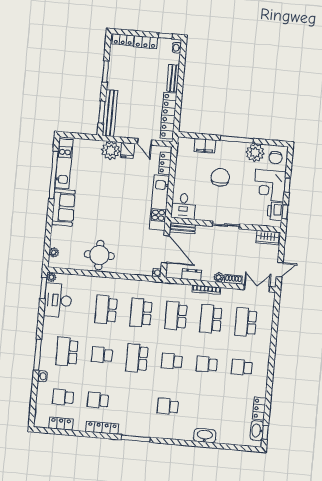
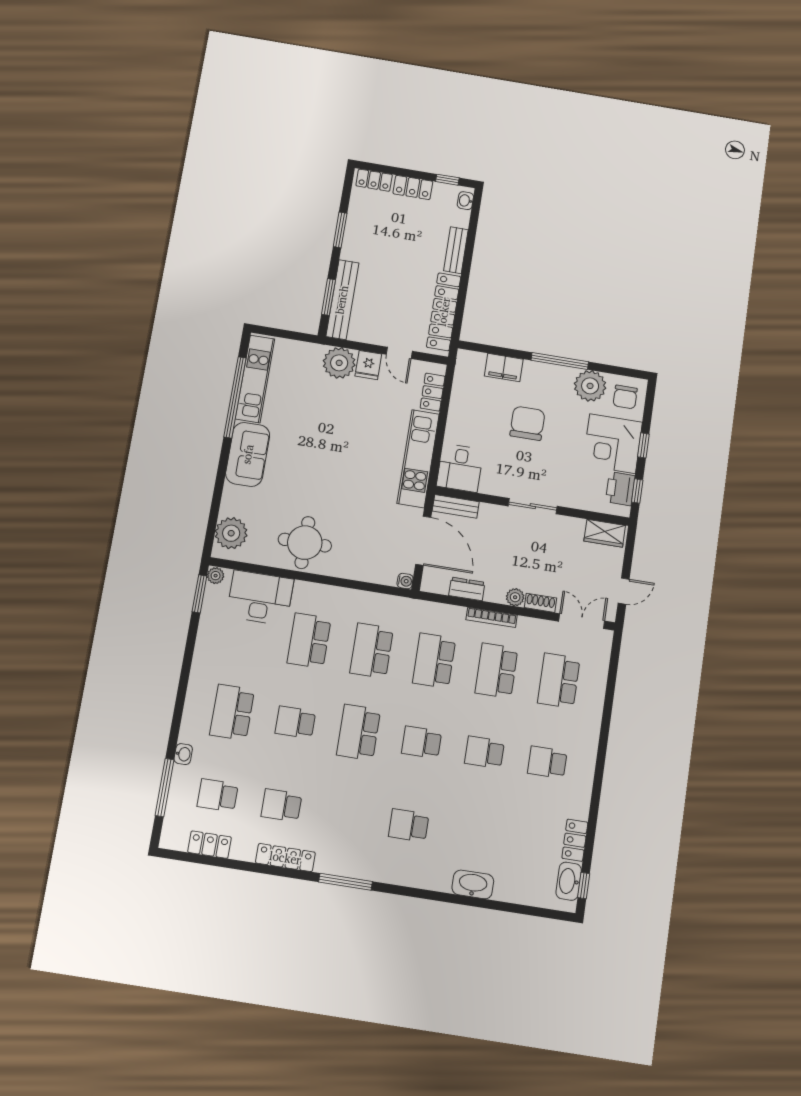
plant: (54, 252) -> (231, 533), width x1.87, depth x1.87
desk: (58, 300) -> (260, 598), moved, turned 90
window: (37, 355) -> (165, 788), moved

